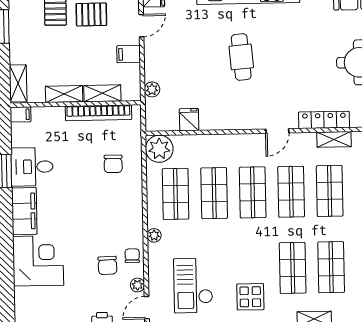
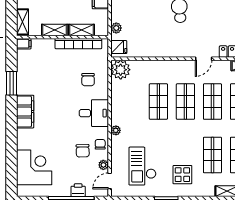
fridge: (189, 120) -> (119, 47), moved, turned 90
desk: (32, 167) -> (94, 113), moved, turned 180
shop shelf: (176, 194) -> (131, 102), removed
corner desk: (38, 261) -> (34, 167), moved

